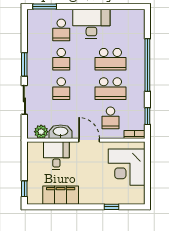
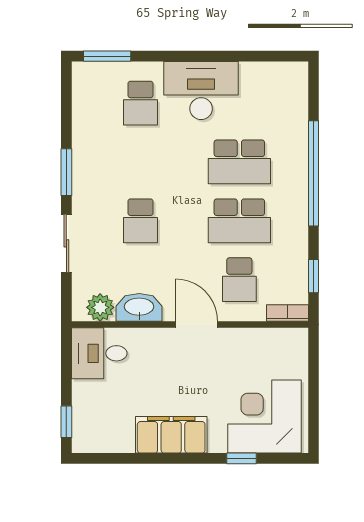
school desk: (61, 59) -> (141, 162), removed
desk: (56, 156) -> (99, 353), moved, turned -90
corner desk: (127, 167) -> (265, 417), moved, turned 90
filing cabinet: (61, 195) -> (171, 435), moved

